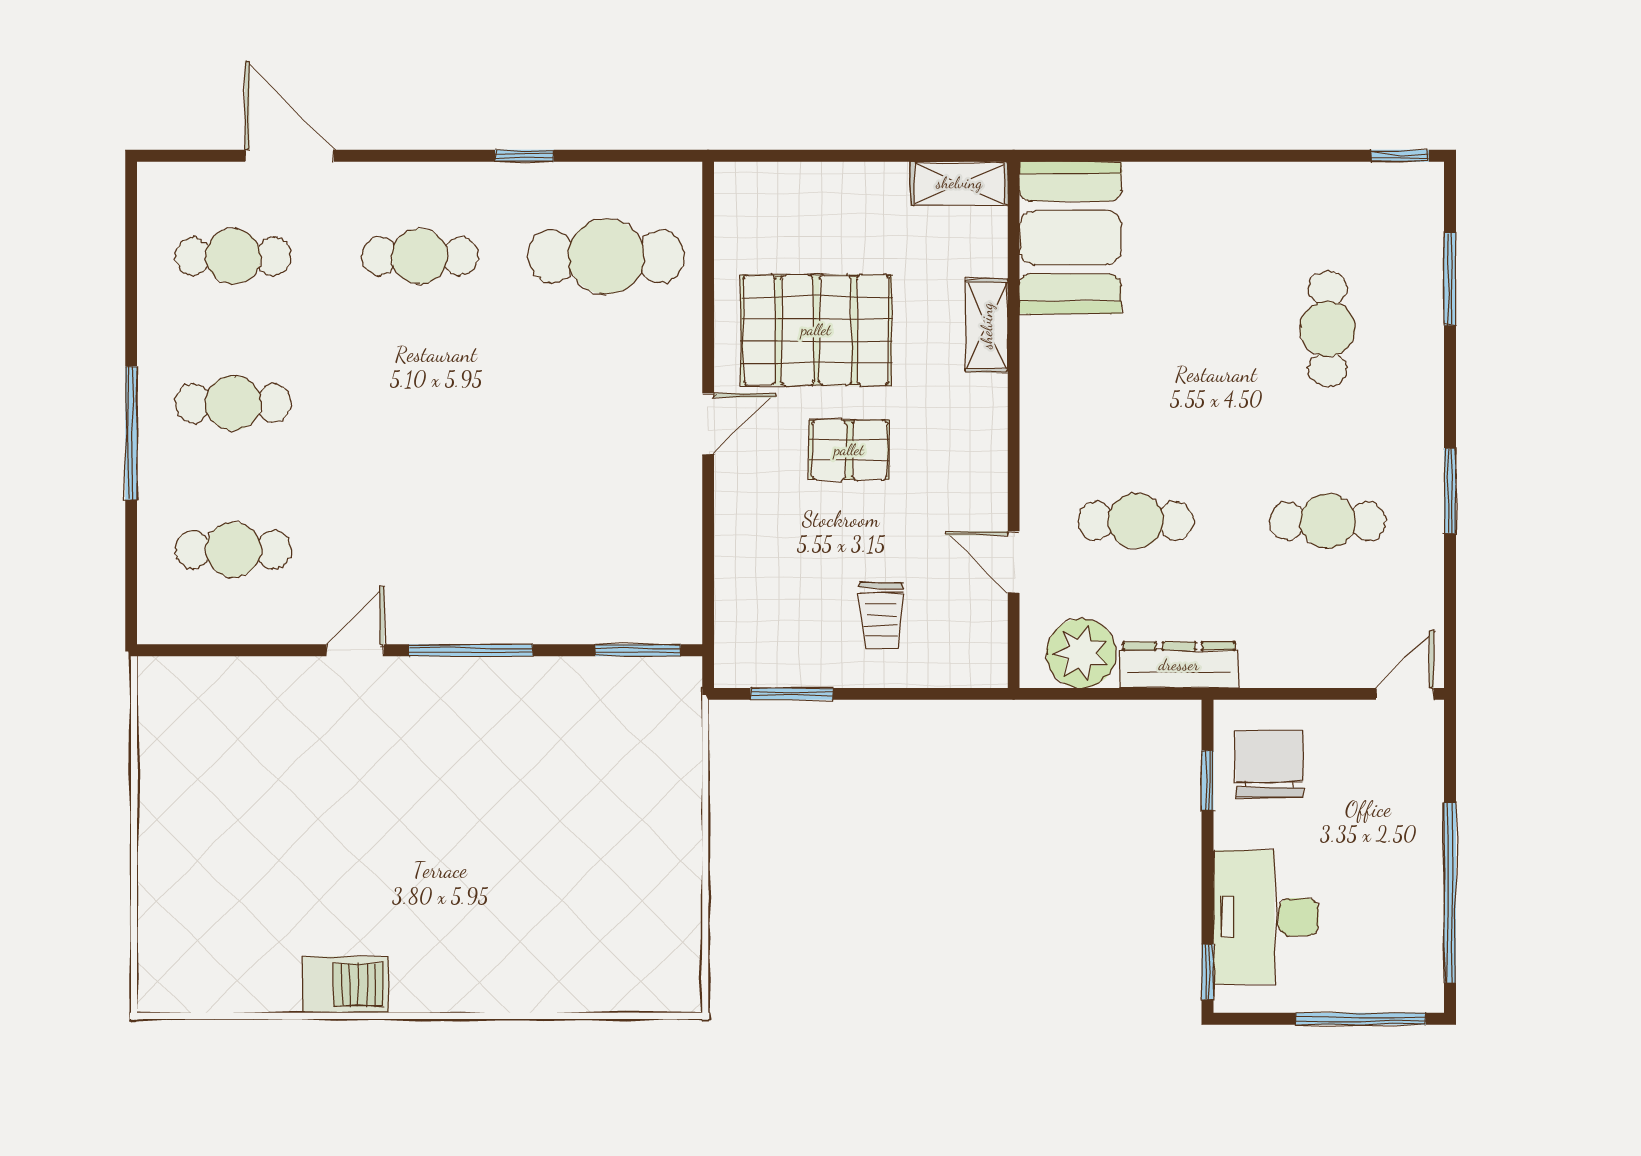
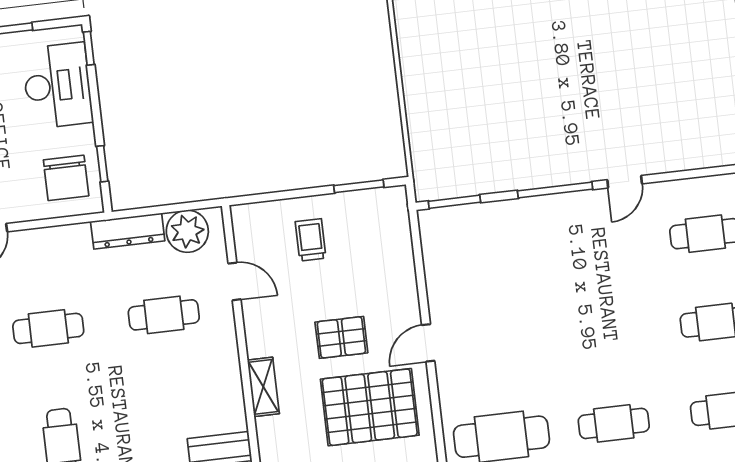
shelving: (987, 326) -> (263, 387), moved

